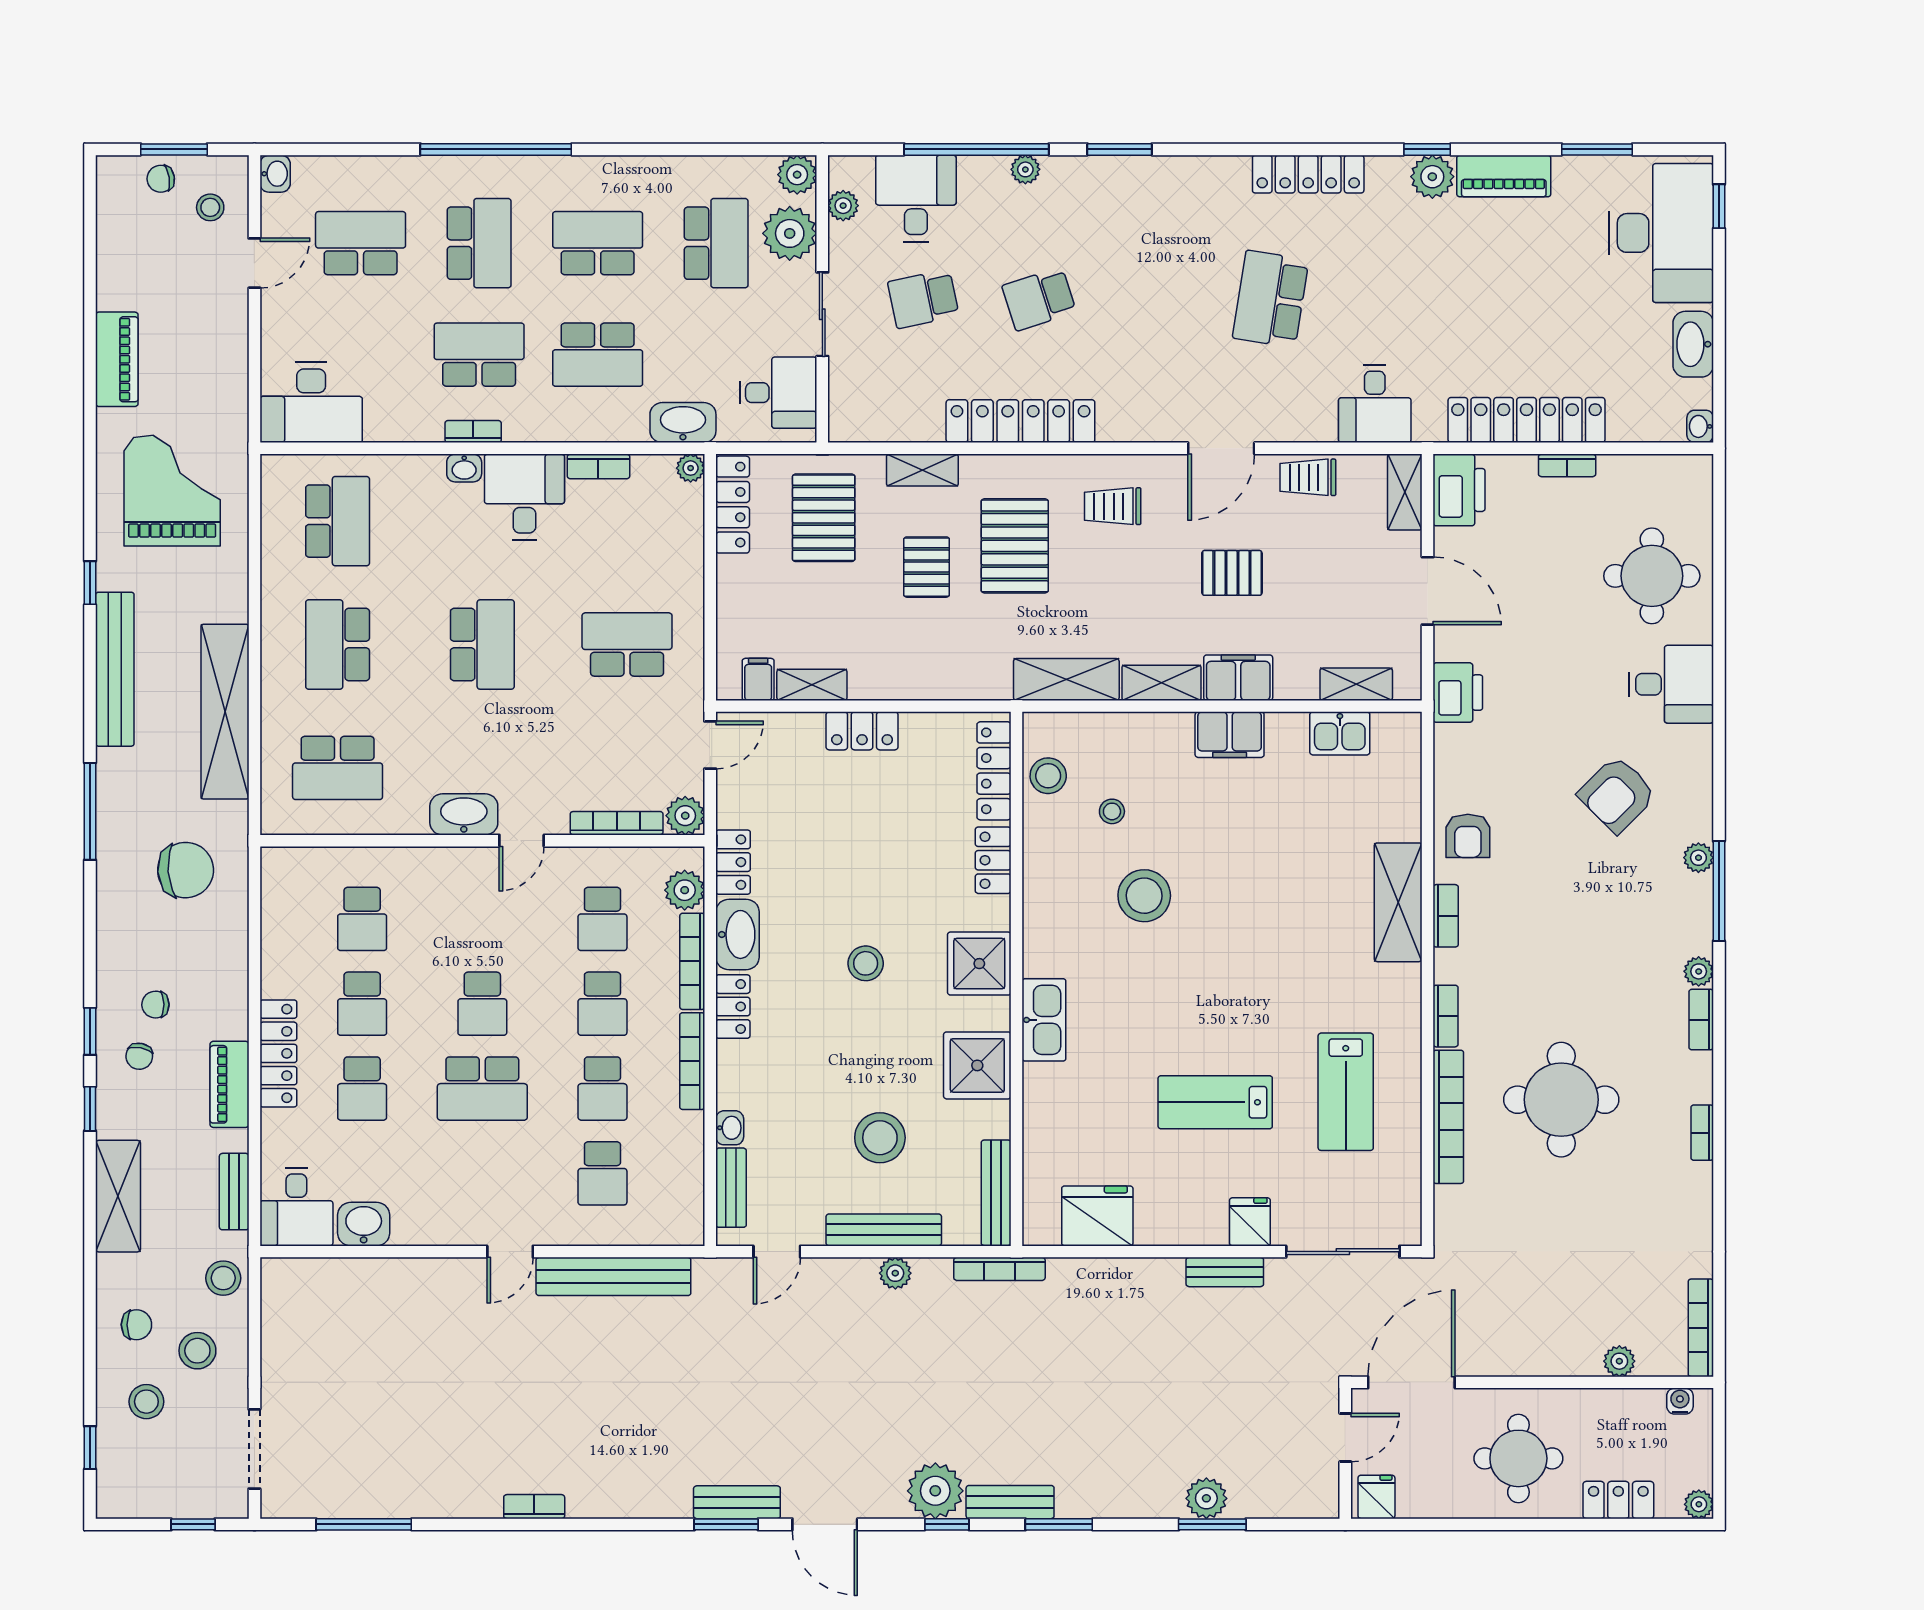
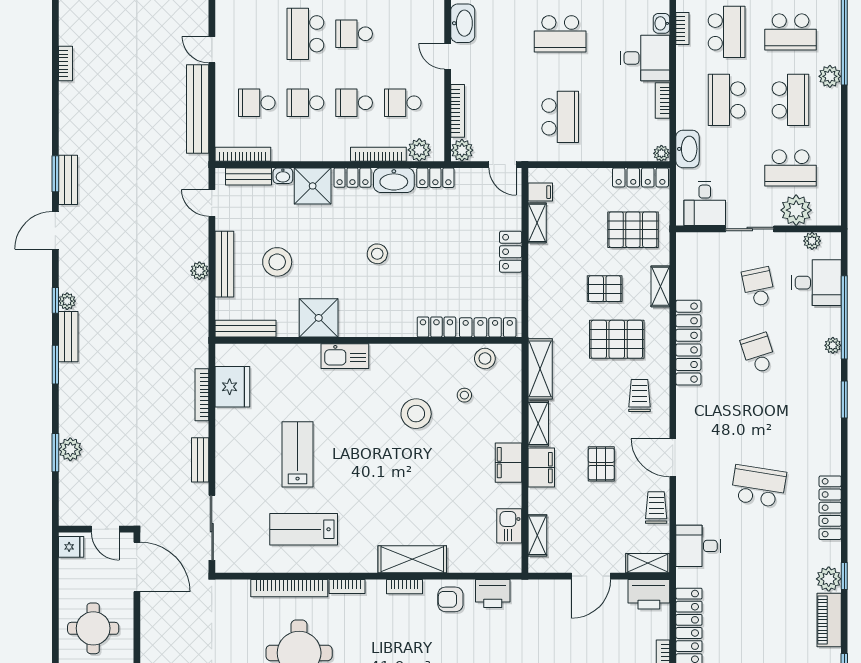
plant: (797, 175) -> (830, 76), moved
printer: (1458, 693) -> (493, 594), moved
shower: (979, 964) -> (313, 186), moved
bookcase: (692, 1061) -> (243, 154), moved
fridge: (1250, 1222) -> (229, 474), removed
bookcase: (999, 1269) -> (202, 395), moved
plant: (935, 1491) -> (67, 301), width x0.53, depth x0.53

